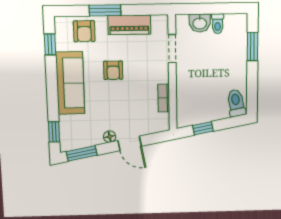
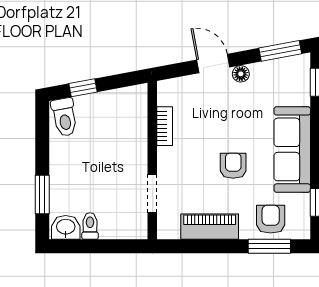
window: (105, 10) -> (269, 246), moved
washbasin: (200, 23) -> (66, 227), moved
window: (203, 128) -> (83, 88), moved

